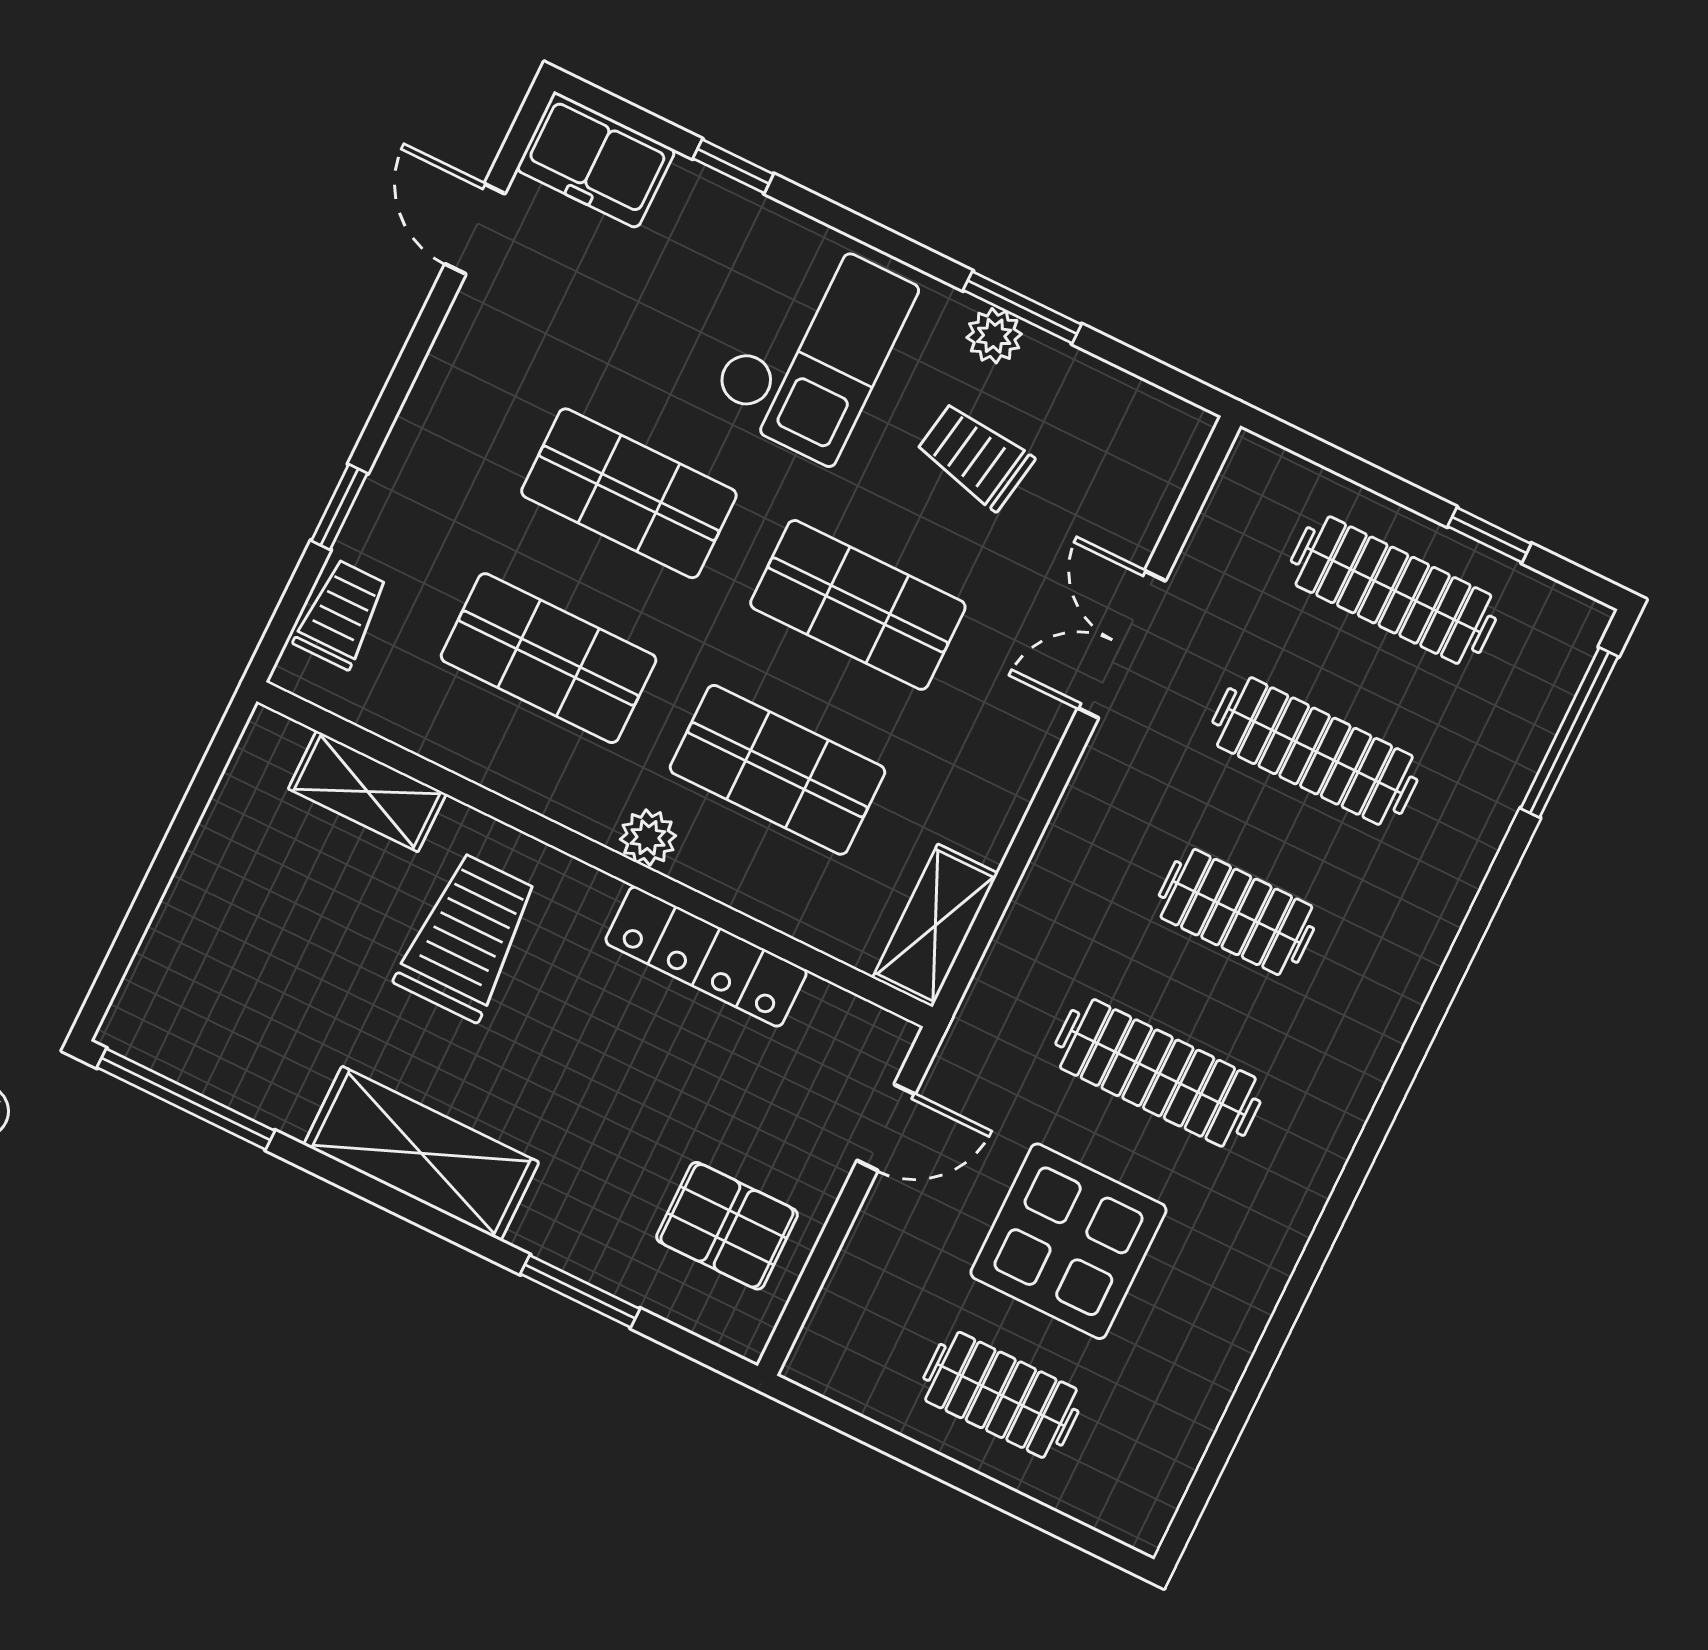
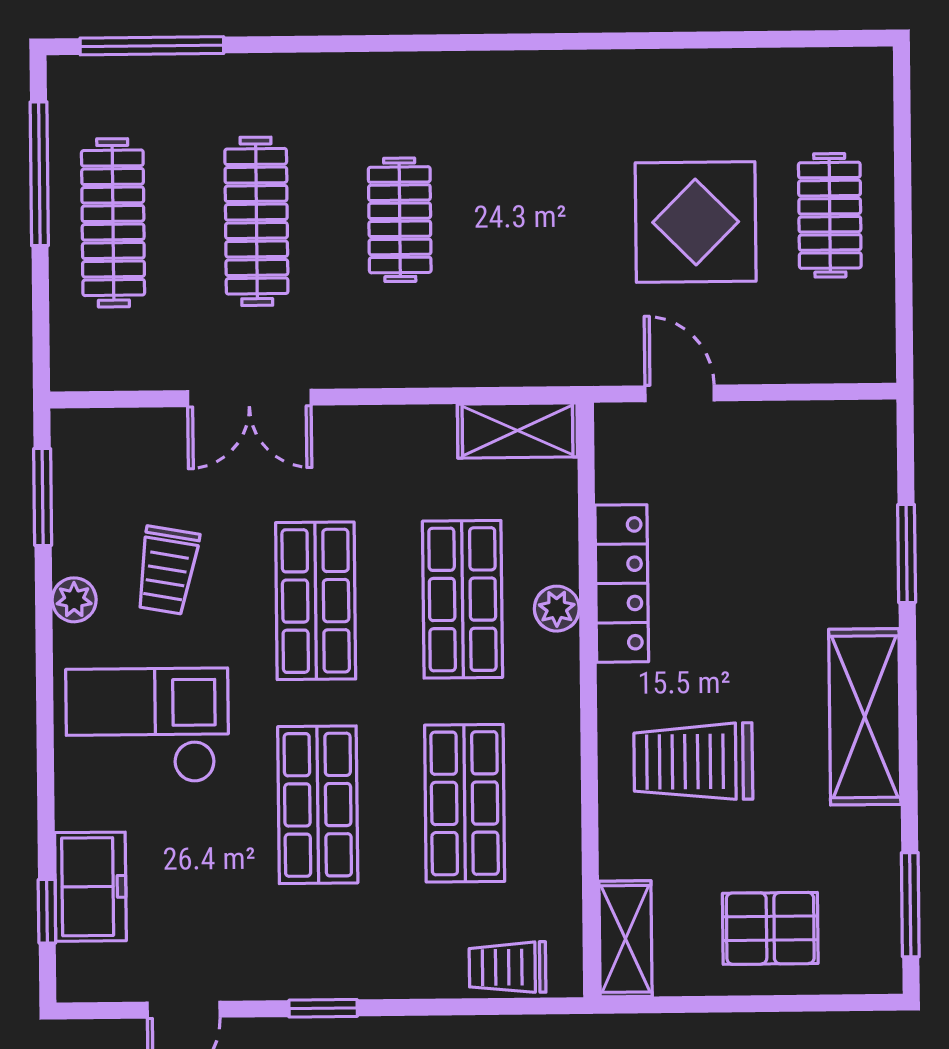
freezer: (596, 160) -> (90, 887), moved
window: (733, 166) -> (47, 911), moved
window: (1022, 307) -> (43, 497), moved
window: (339, 507) -> (323, 1008), moved
window: (1489, 535) -> (39, 174), width x2.17
shelving: (367, 791) -> (626, 939), moved
plant: (648, 838) -> (557, 609), moved
clothes rail: (1158, 1073) -> (543, 218), removed
window: (186, 1099) -> (910, 905), width x0.69
pallet: (727, 1226) -> (770, 928), moved, turned 90

